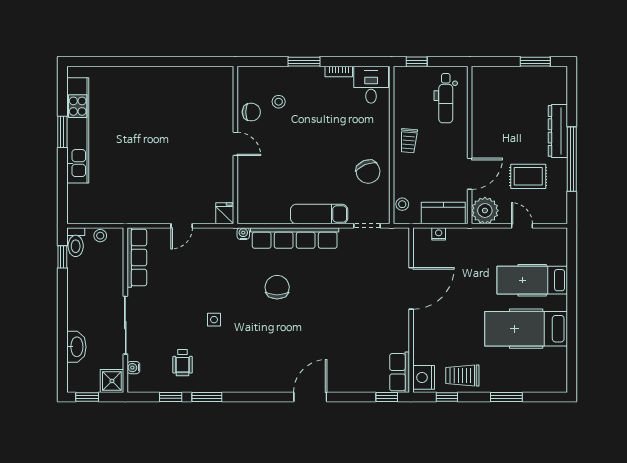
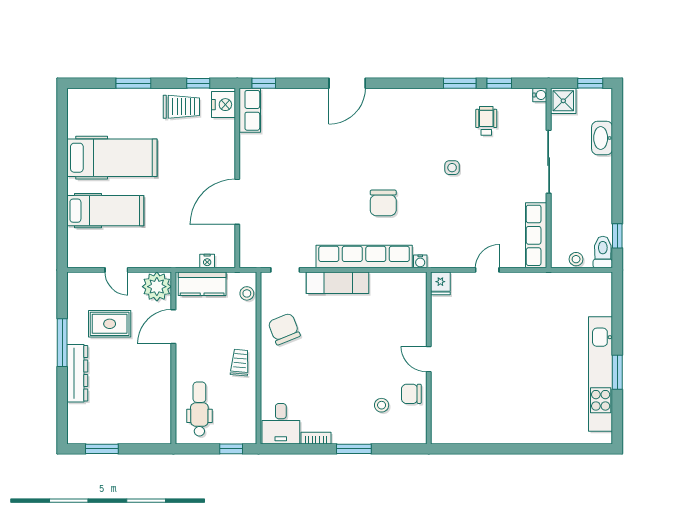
window: (572, 159) -> (62, 343), width x0.68
water cooler: (133, 368) -> (540, 95), moved

